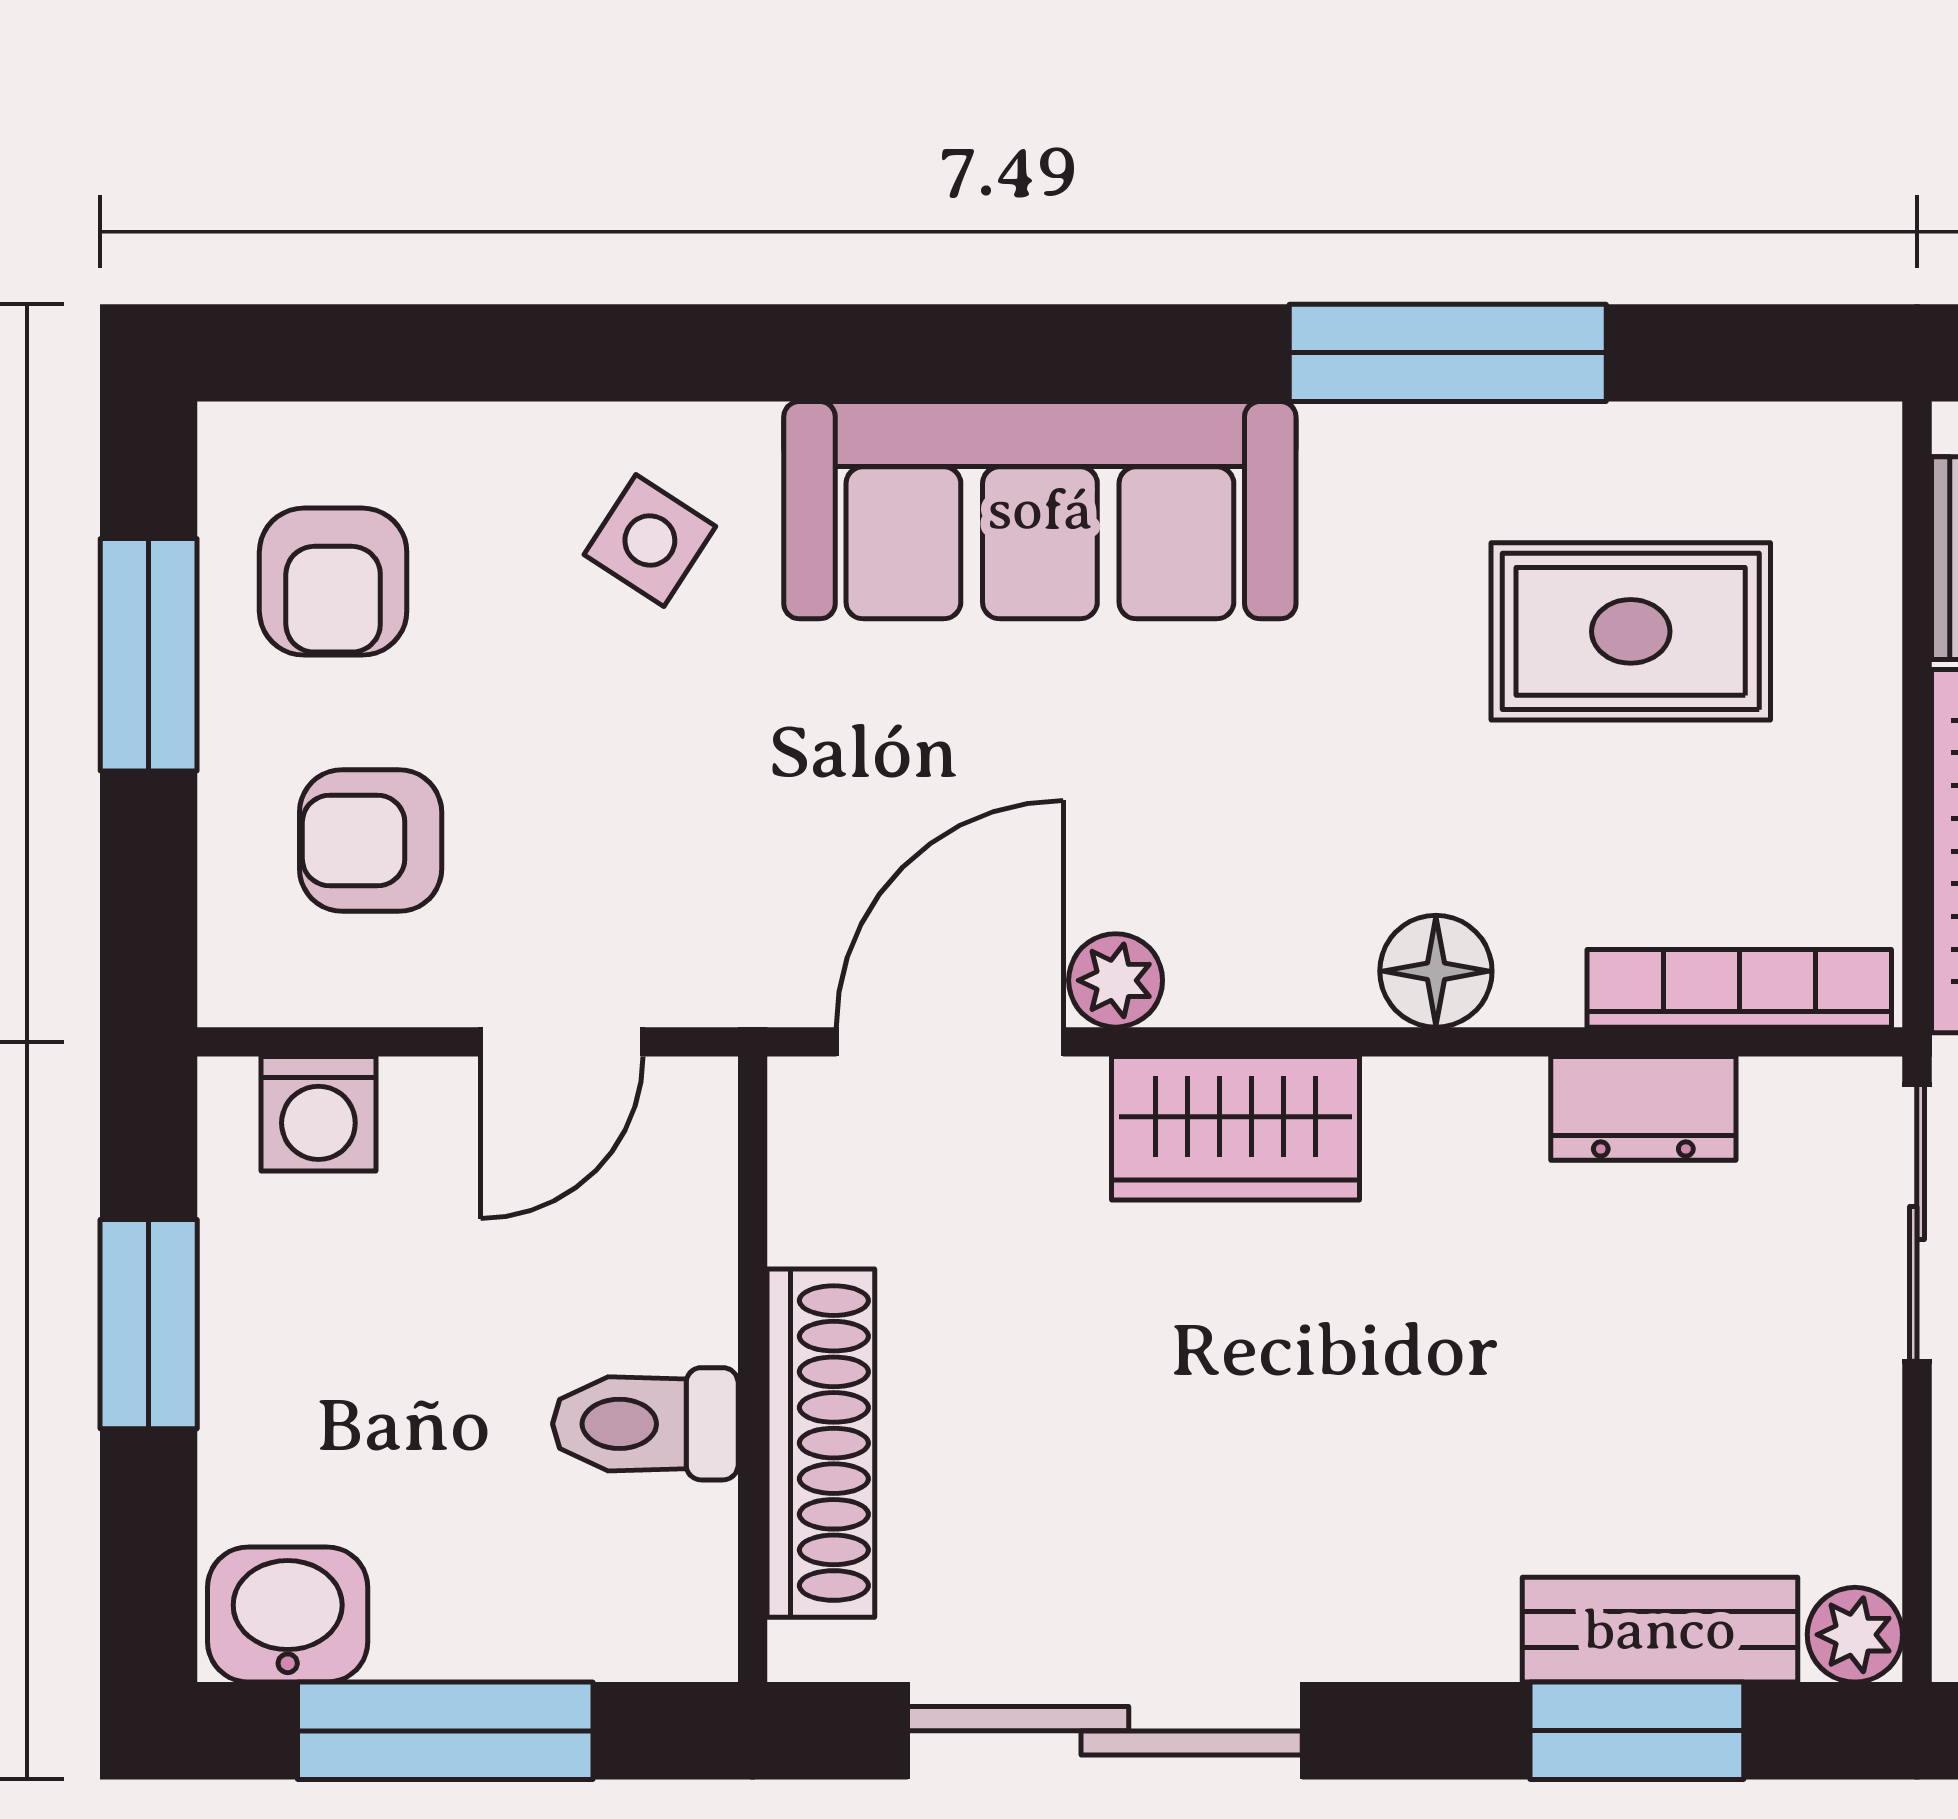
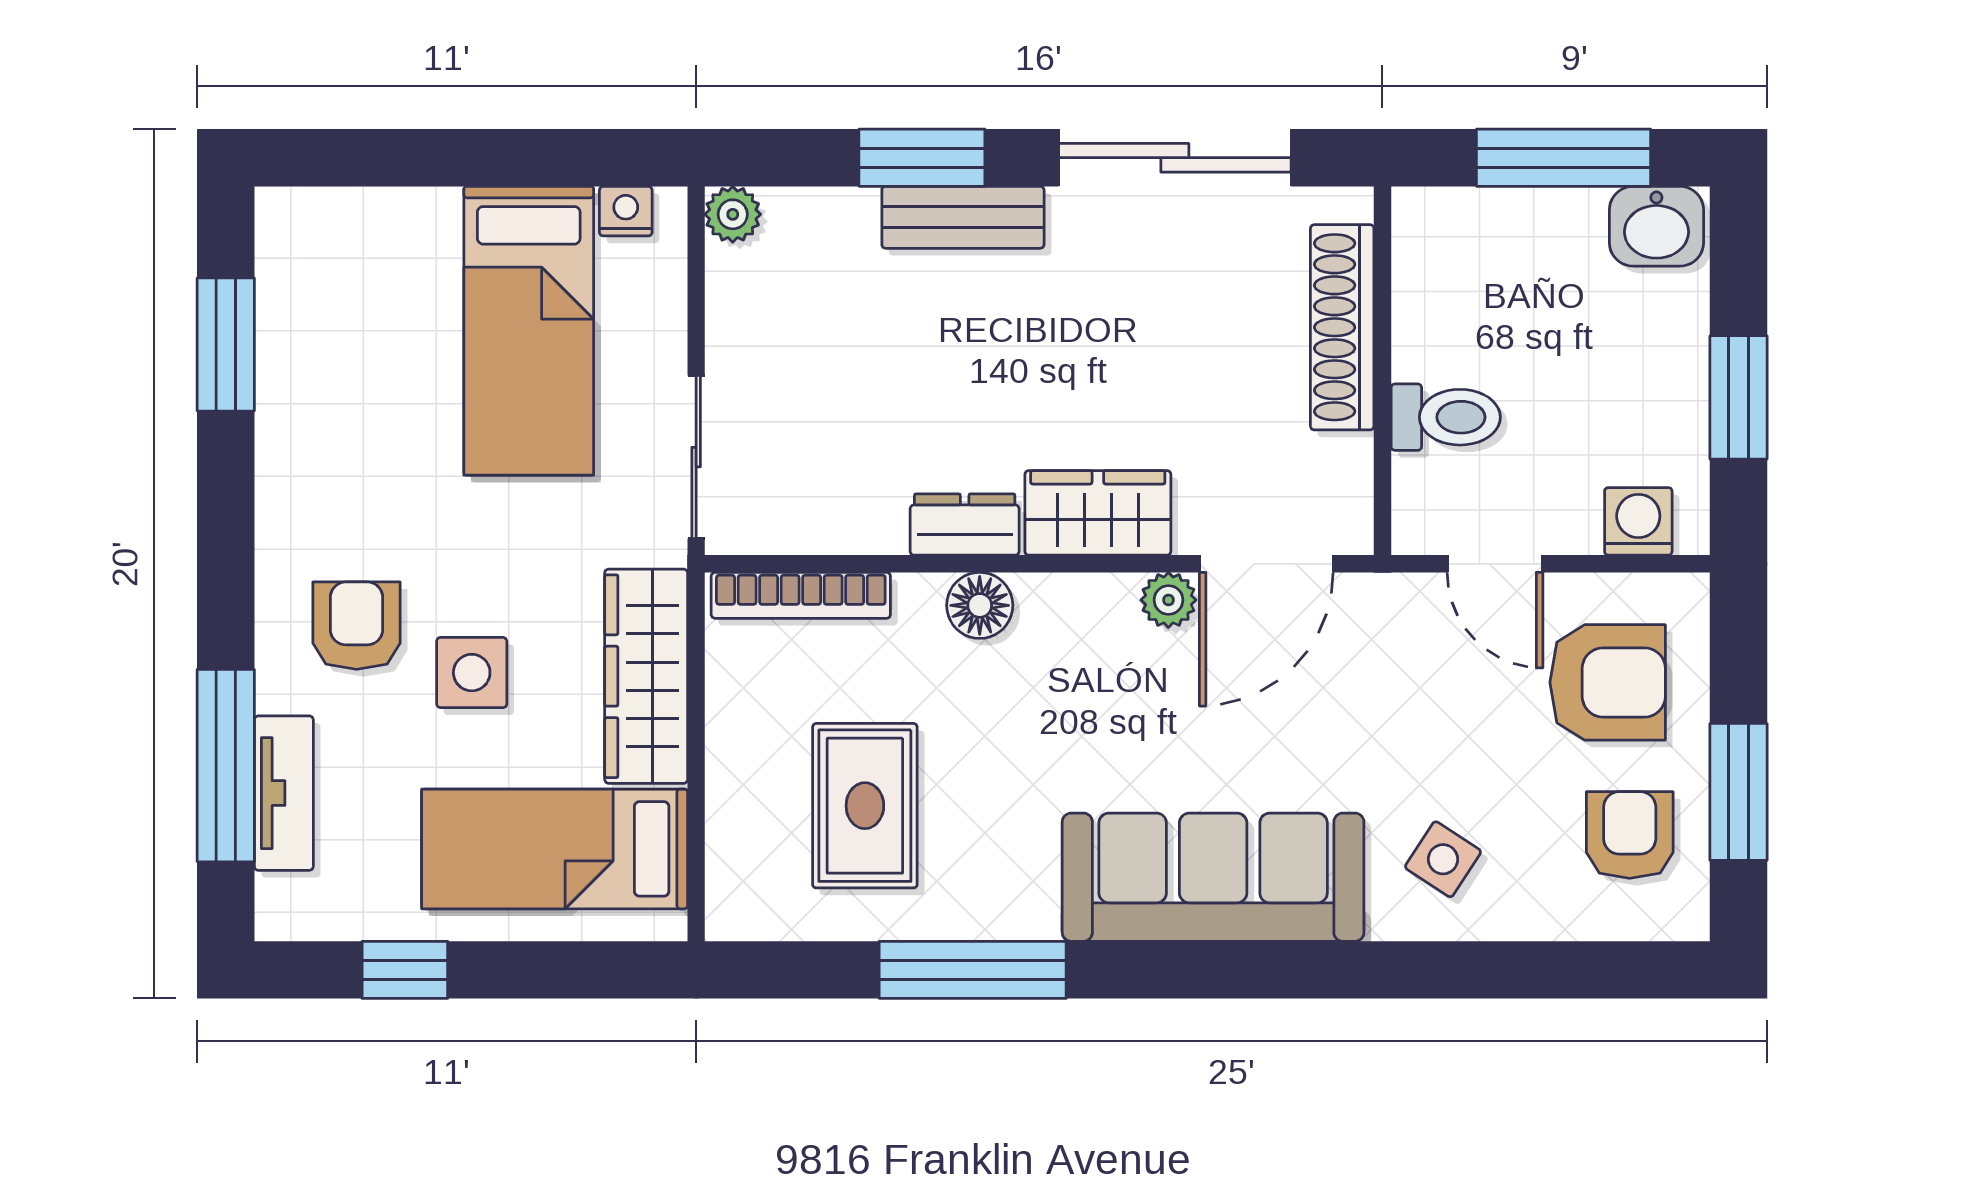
rug: (1631, 631) -> (865, 806), turned 90
armchair: (371, 841) -> (1608, 682), width x1.38, depth x1.38
door: (562, 1042) -> (1495, 564), swing flipped
dresser: (1643, 1108) -> (965, 525), moved
toilet: (645, 1424) -> (1446, 417), moved
bench: (1660, 1630) -> (963, 217), moved
window: (1637, 1731) -> (922, 158), moved

